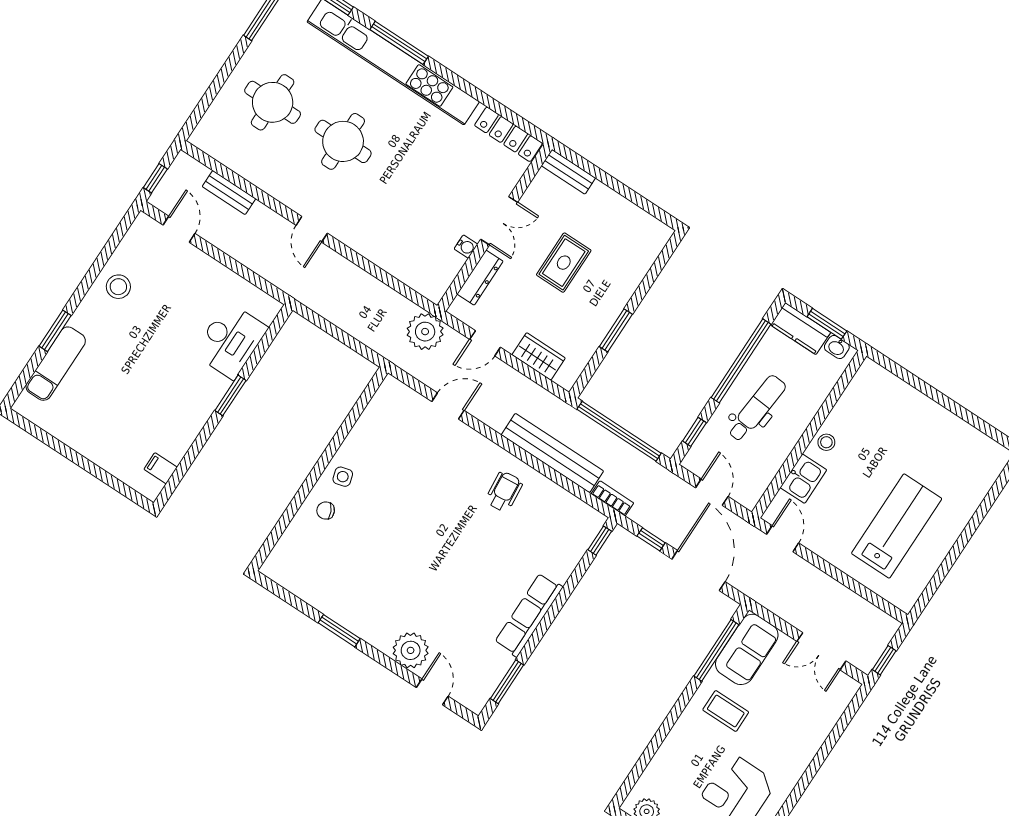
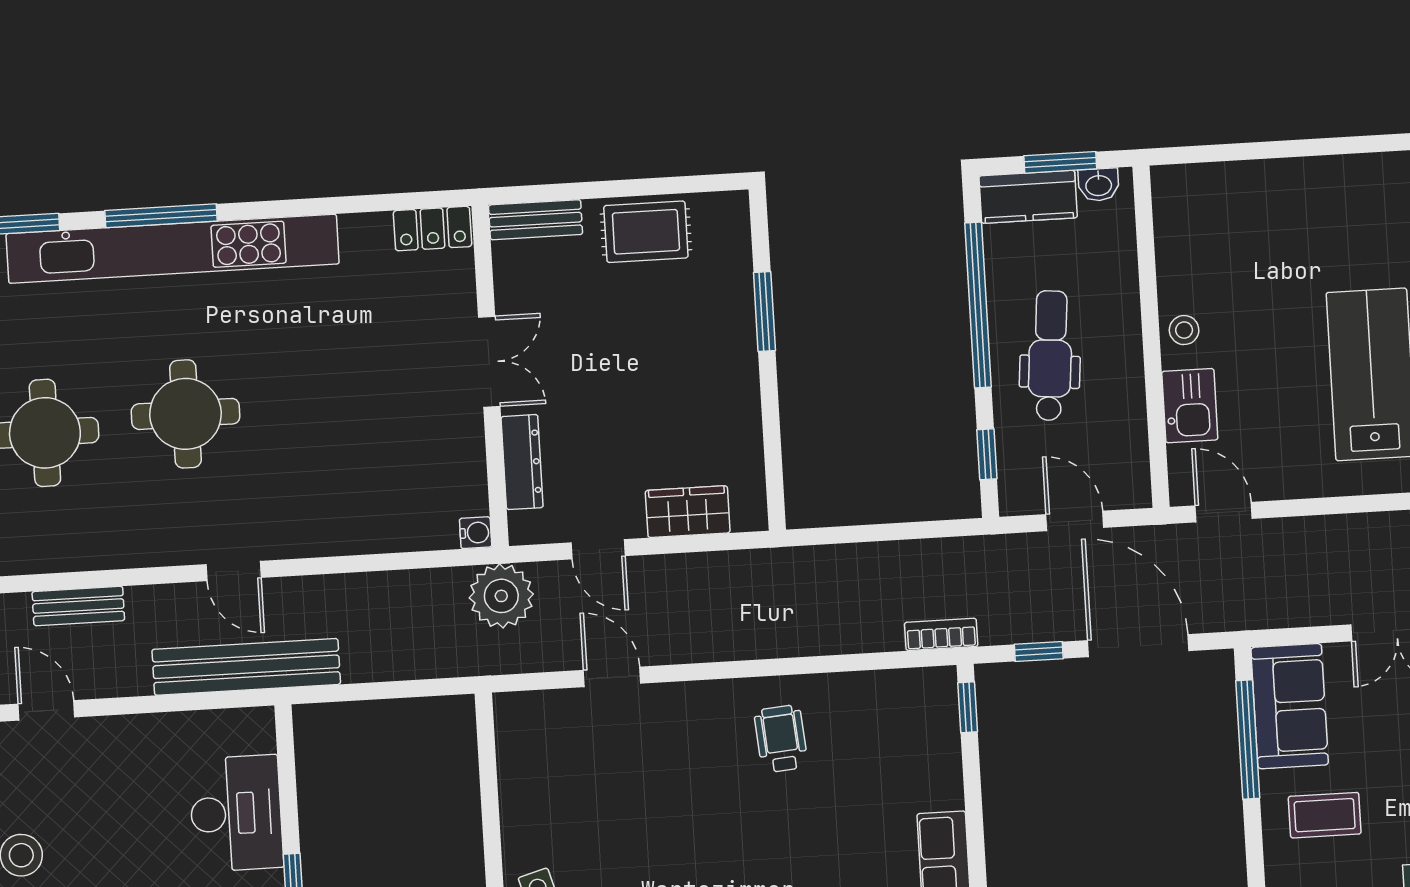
locker: (508, 134) -> (432, 229), width x0.66
water cooler: (466, 247) -> (476, 533), moved
rug: (564, 263) -> (646, 232), moved, turned 90
window: (616, 330) -> (764, 312), moved
door: (485, 343) -> (598, 549), hinge flipped
door: (448, 406) -> (612, 677), hinge flipped
window: (619, 431) -> (880, 533), removed
bench: (552, 453) -> (246, 667), moved

